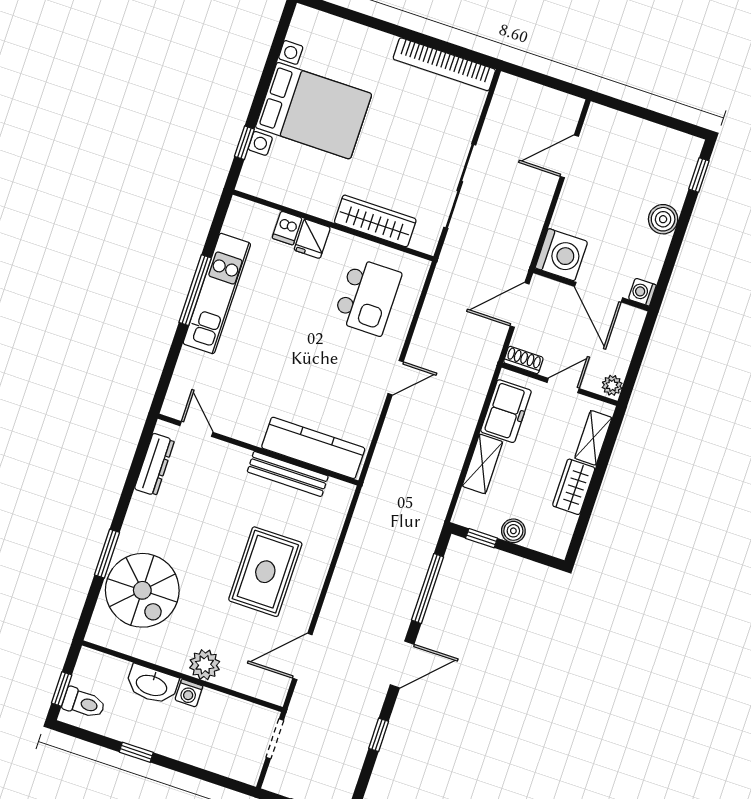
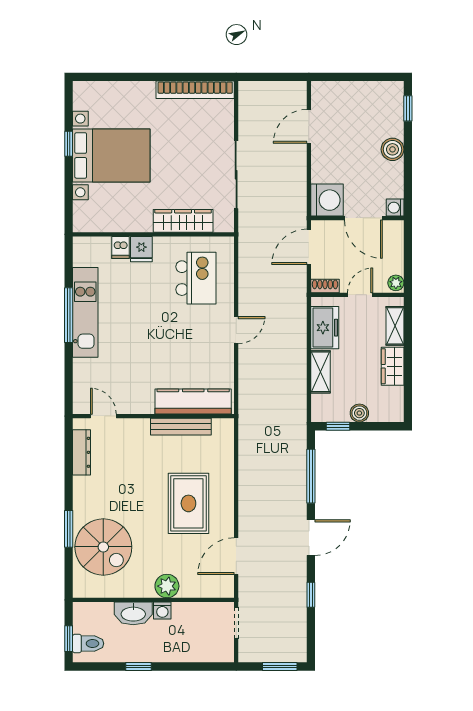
window: (244, 143) -> (69, 144), moved

